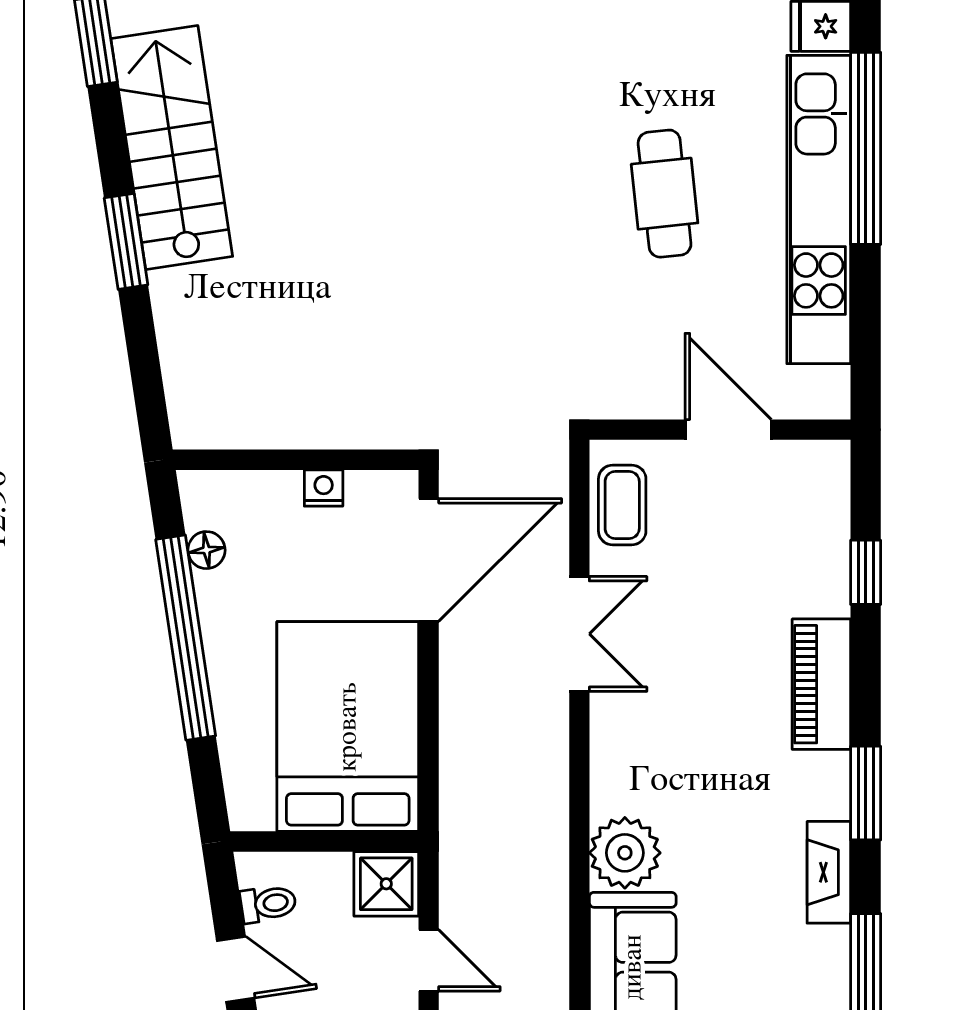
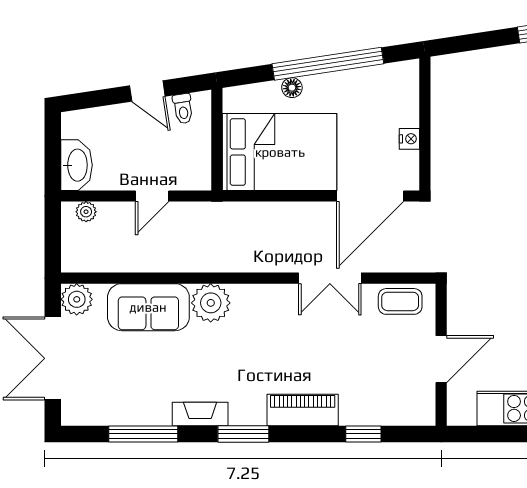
floor lamp: (206, 550) -> (292, 88), moved
door: (429, 560) -> (370, 196), hinge flipped
shower: (386, 884) -> (194, 173), removed
door: (236, 969) -> (147, 91), hinge flipped

